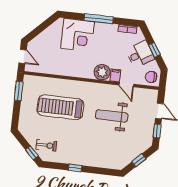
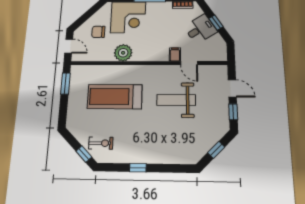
plant: (102, 72) -> (123, 53), moved
chair: (151, 77) -> (98, 32), moved

